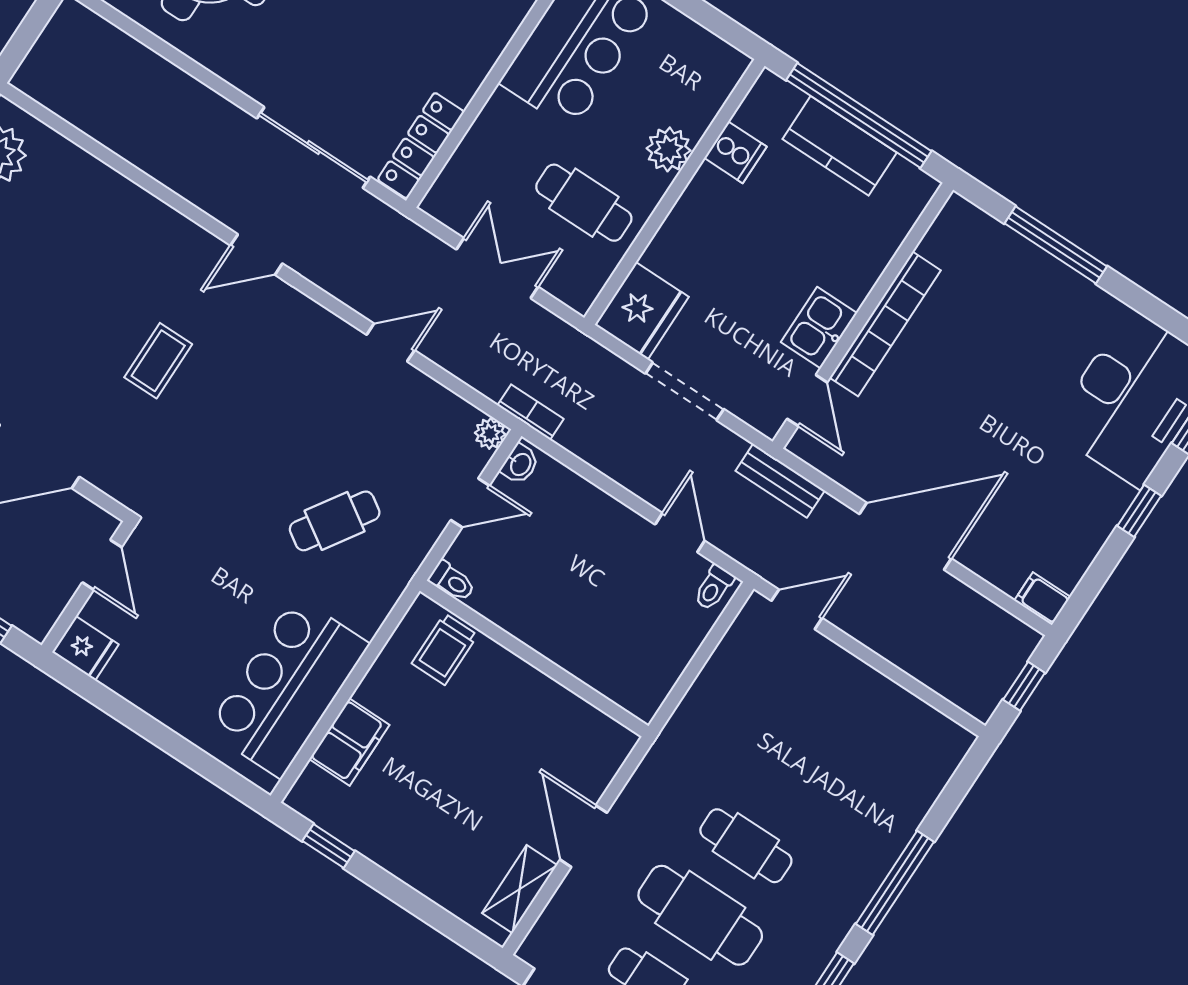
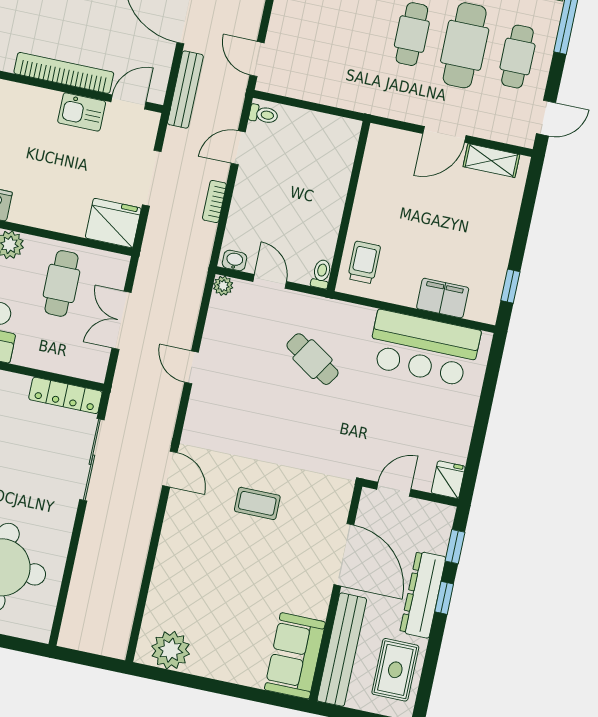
bookcase: (530, 412) -> (214, 201), moved
bench: (780, 481) -> (185, 90), width x1.36
trolley: (445, 649) -> (364, 262), turned -90

